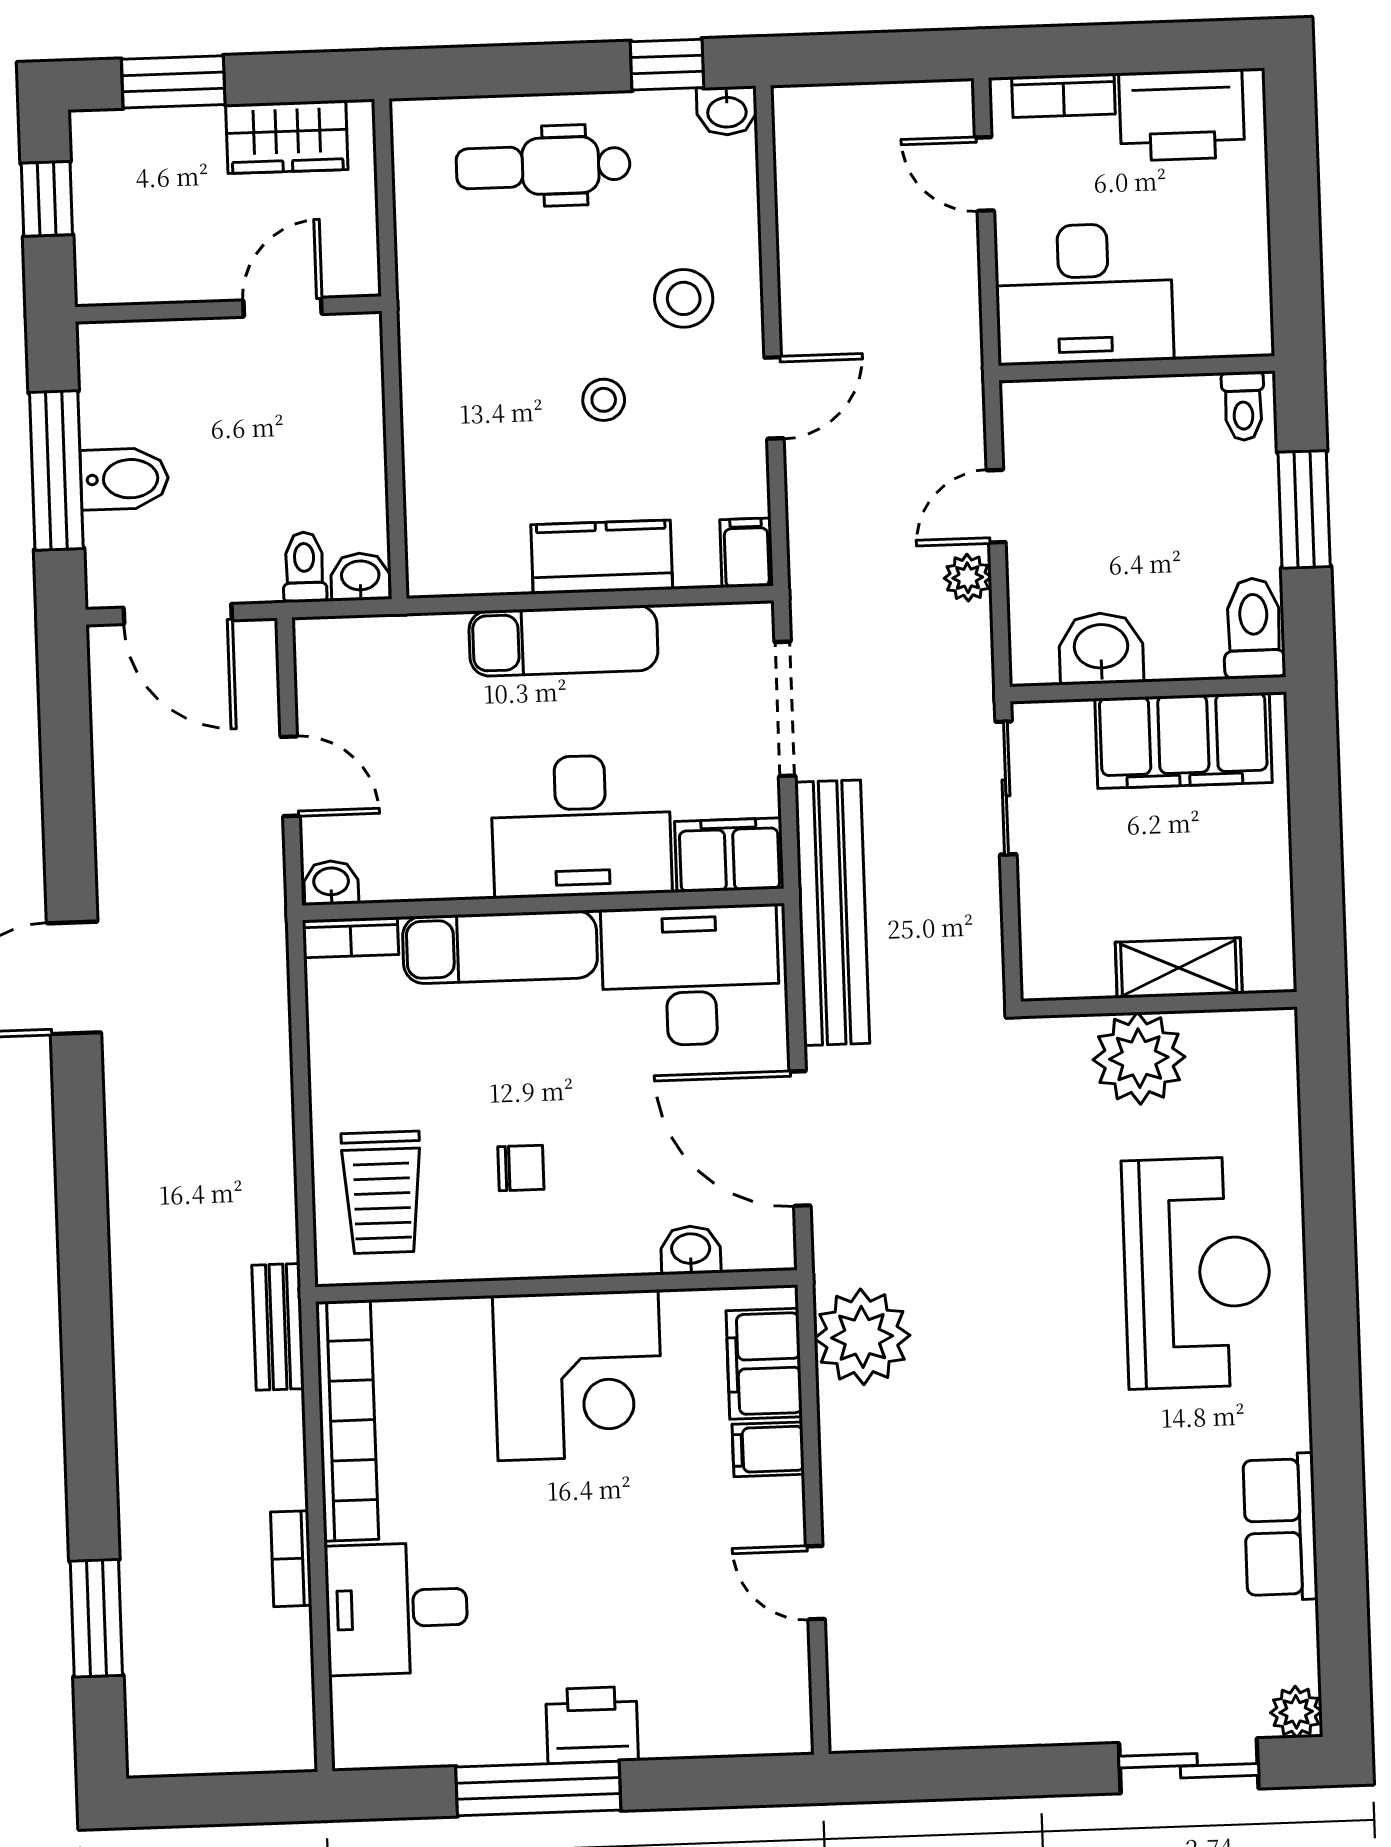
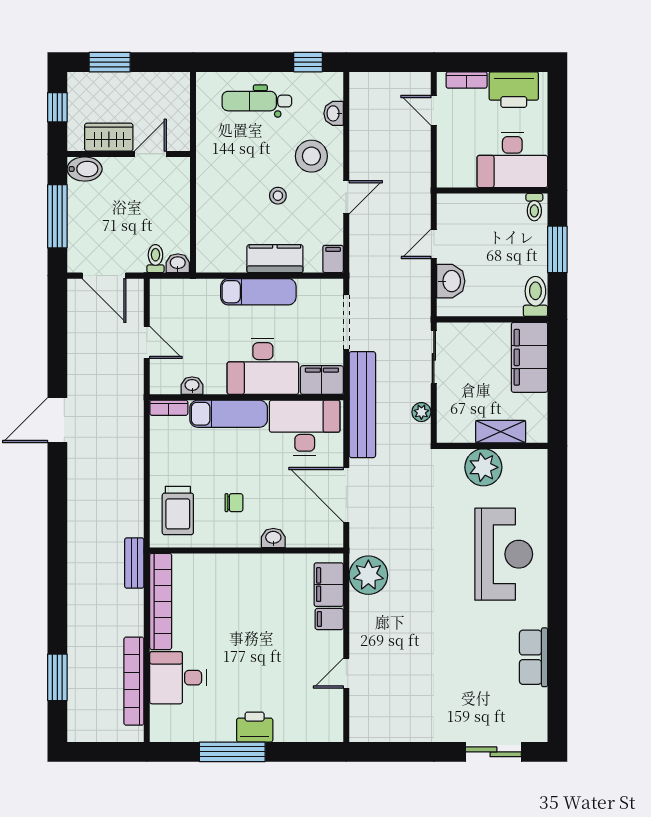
washbasin: (727, 111) -> (334, 113), moved, turned 90
wardrobe: (287, 137) -> (109, 137), moved, turned 180
desk: (1084, 294) -> (512, 160), moved
stool: (684, 298) -> (311, 156), width x1.38, depth x1.38
bidet: (124, 479) -> (85, 169), moved
plant: (968, 578) -> (421, 412), moved
washbasin: (1101, 648) -> (451, 281), moved, turned 90
filing cabinet: (1183, 740) -> (529, 357), moved, turned 90
washbasin: (331, 883) -> (192, 386), moved
washbasin: (691, 1250) -> (273, 538), moved
corner desk: (578, 1375) -> (254, 587), removed
bookcase: (291, 1559) -> (134, 681), width x2.31, depth x1.31
door: (815, 1583) -> (346, 673), hinge flipped
plant: (1296, 1712) -> (537, 732), removed

